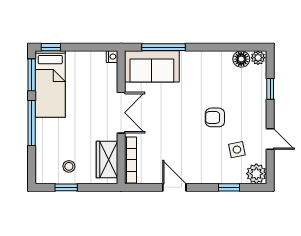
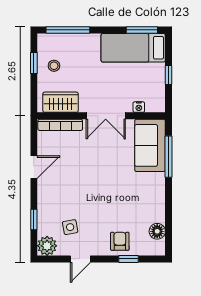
window: (51, 47) -> (169, 75), moved
nightstand: (112, 57) -> (139, 107), moved
plant: (258, 58) -> (158, 247), removed
armchair: (215, 117) -> (120, 241), moved
window: (32, 123) -> (68, 30), moved

